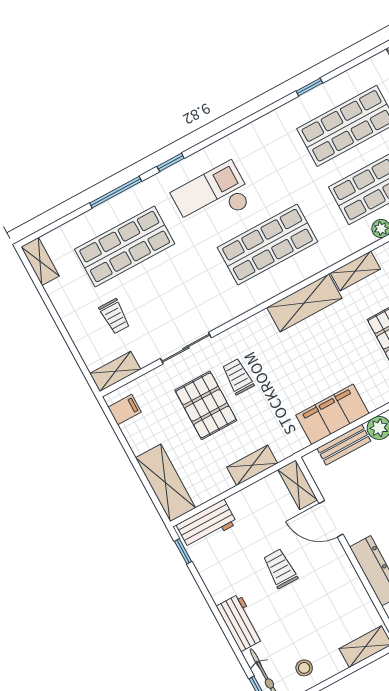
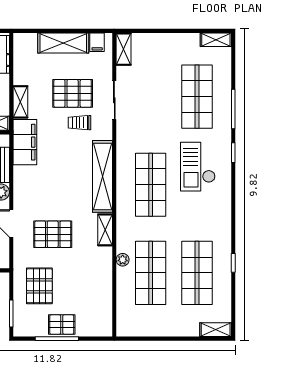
checkout: (212, 197) -> (198, 167), turned 180
shelving: (304, 303) -> (103, 176), width x1.47
trolley: (115, 316) -> (157, 67), removed
trolley: (238, 377) -> (80, 123), turned 180
filing cabinet: (332, 414) -> (25, 142), moved
shelving: (166, 483) -> (63, 43), moved

